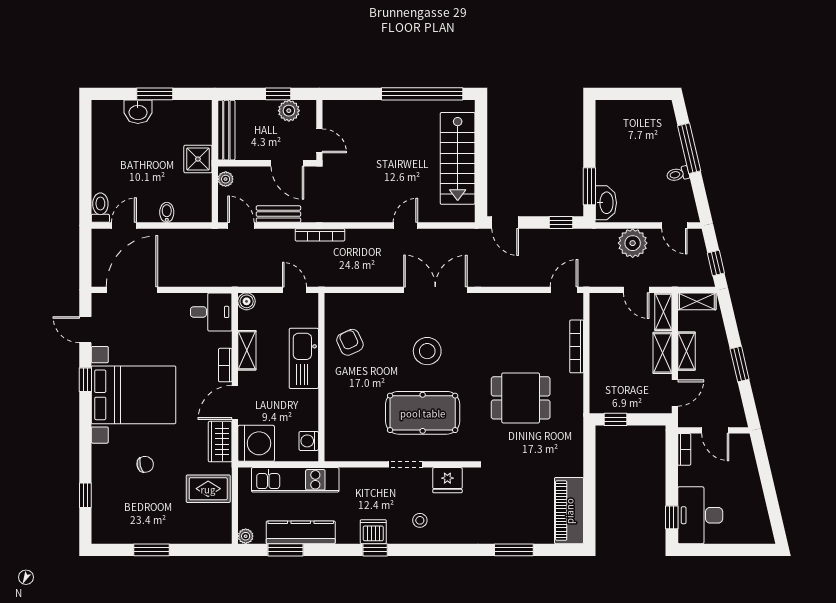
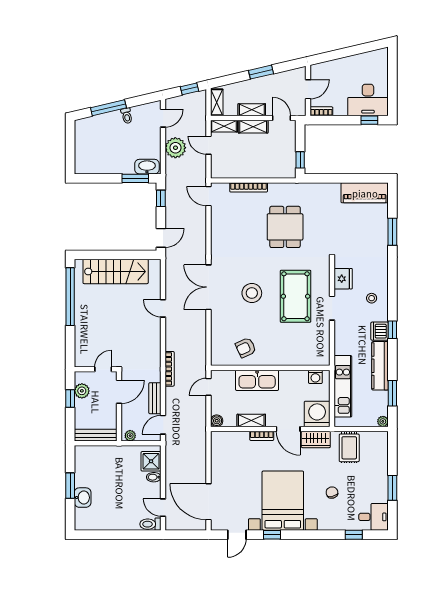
shower: (198, 159) -> (151, 461), moved
door: (636, 290) -> (208, 145), swing flipped
desk: (211, 312) -> (374, 517), moved, turned 90
kitchen counter: (301, 532) -> (380, 366), moved

